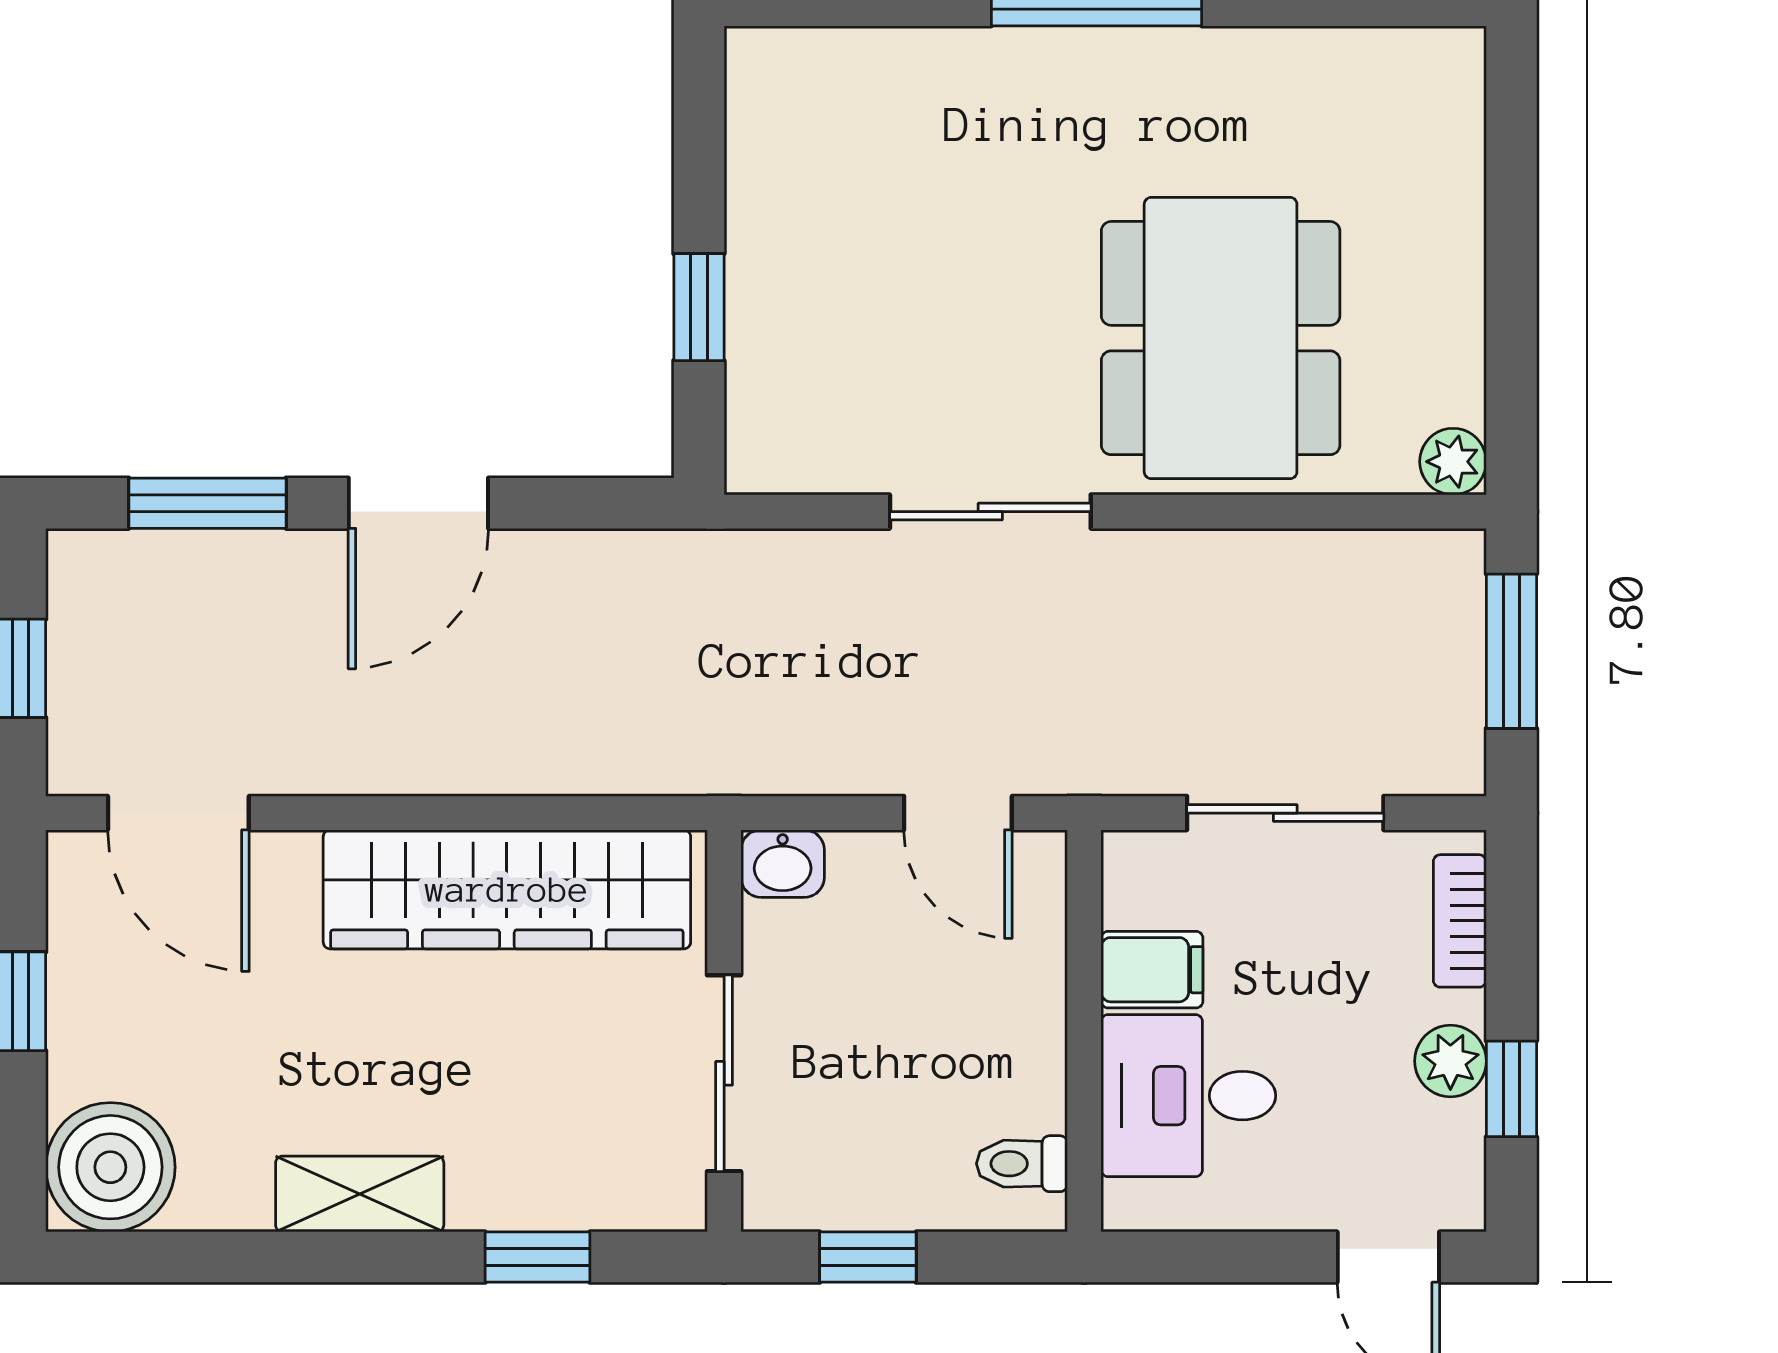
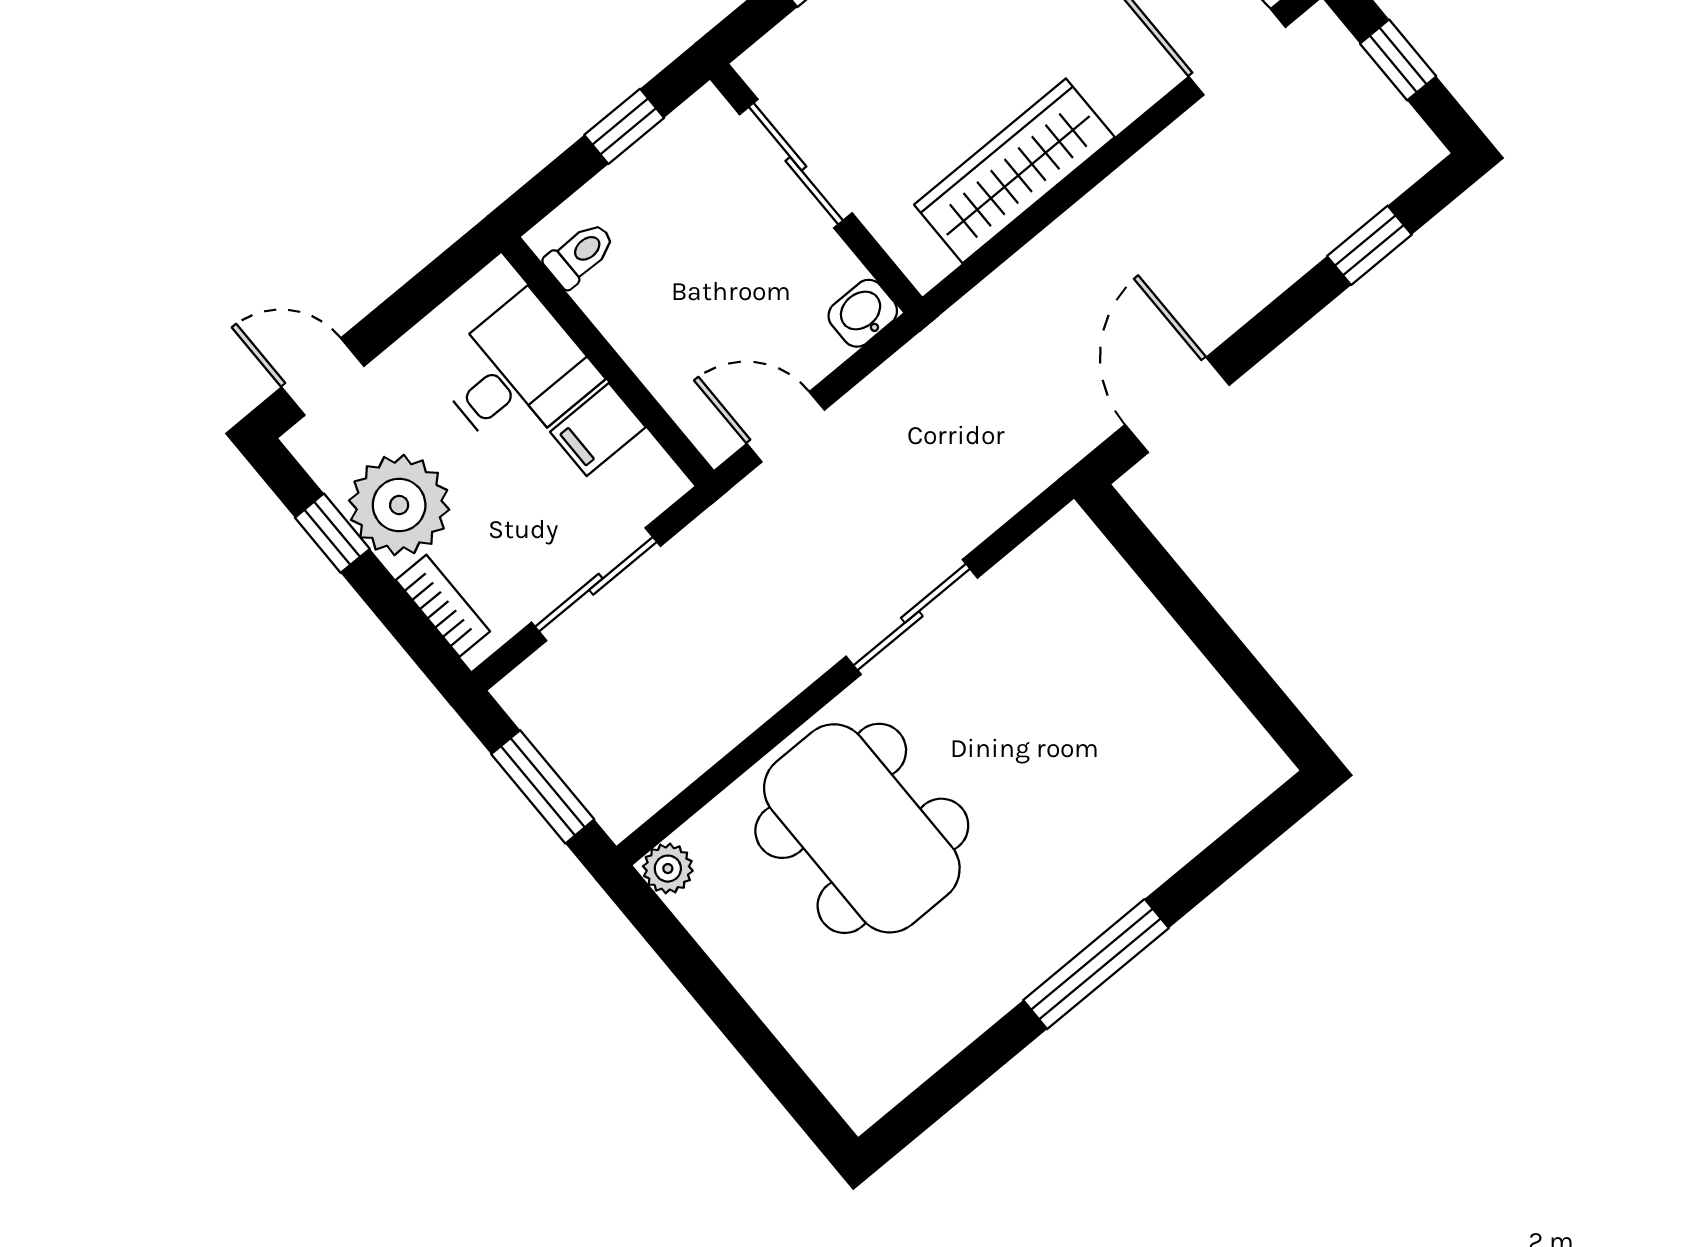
window: (699, 307) -> (1179, 595), removed
window: (207, 503) -> (1369, 245), width x0.67
door: (418, 503) -> (1177, 405), moved
wardrobe: (507, 889) -> (1014, 171), width x0.71, depth x0.85
plant: (1450, 1061) -> (399, 505), width x1.87, depth x1.87

